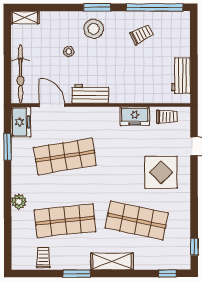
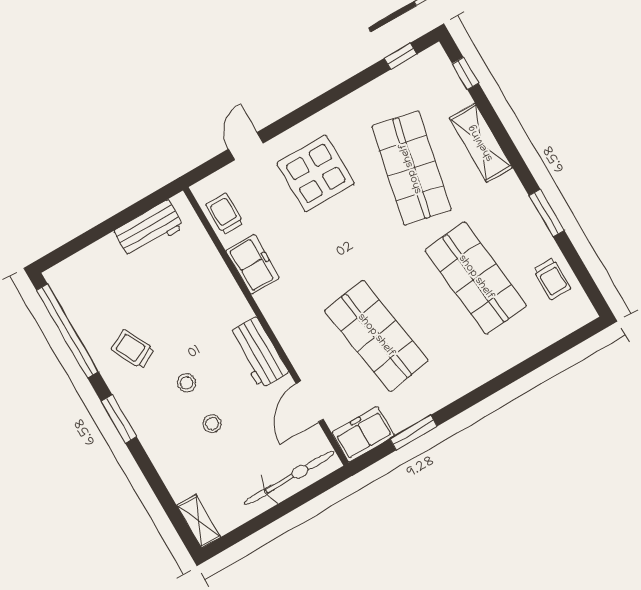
stool: (94, 29) -> (187, 383), moved, width x0.53, depth x0.53
trolley: (142, 34) -> (133, 349), moved
plant: (19, 202) -> (488, 366), removed
trolley: (43, 258) -> (552, 279), turned -90
shelving: (112, 261) -> (481, 143), moved

